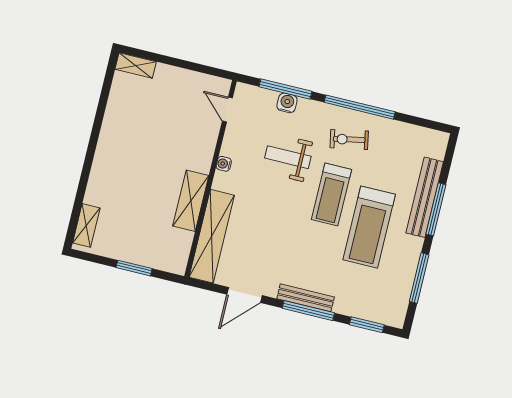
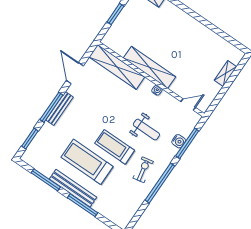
shelving: (136, 65) -> (226, 74), moved
weight bench: (288, 157) -> (146, 130), turned 90
bench: (425, 197) -> (73, 188), moved
shelving: (191, 201) -> (149, 67), width x1.47

